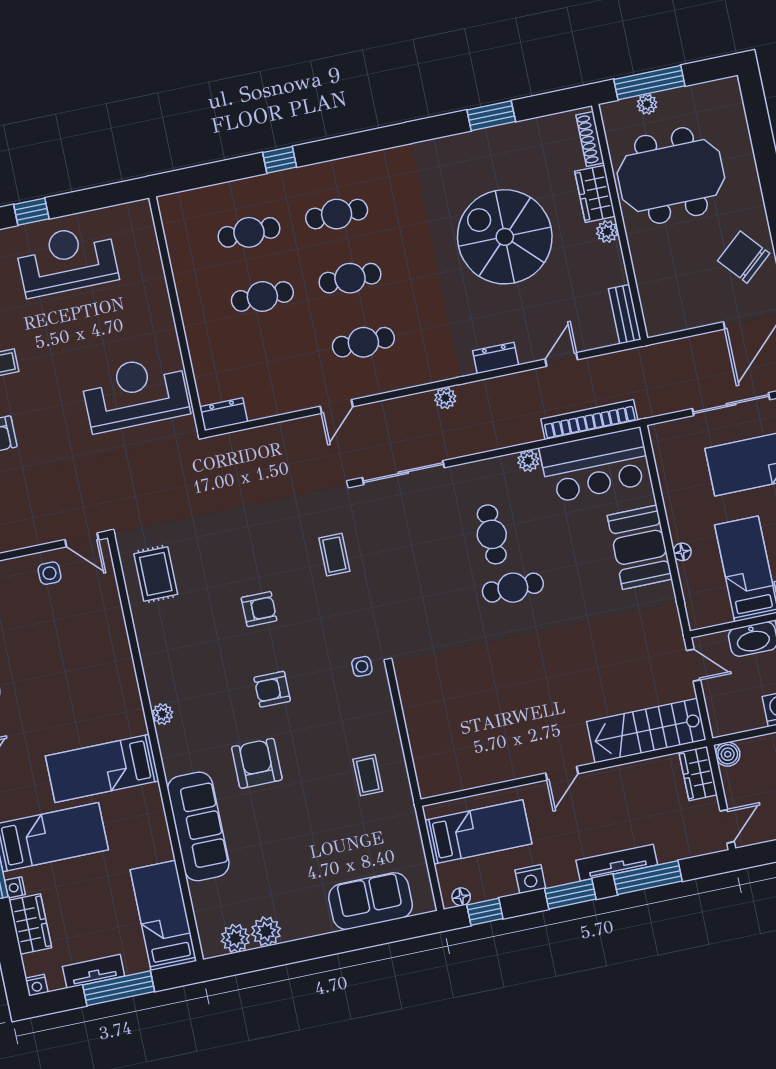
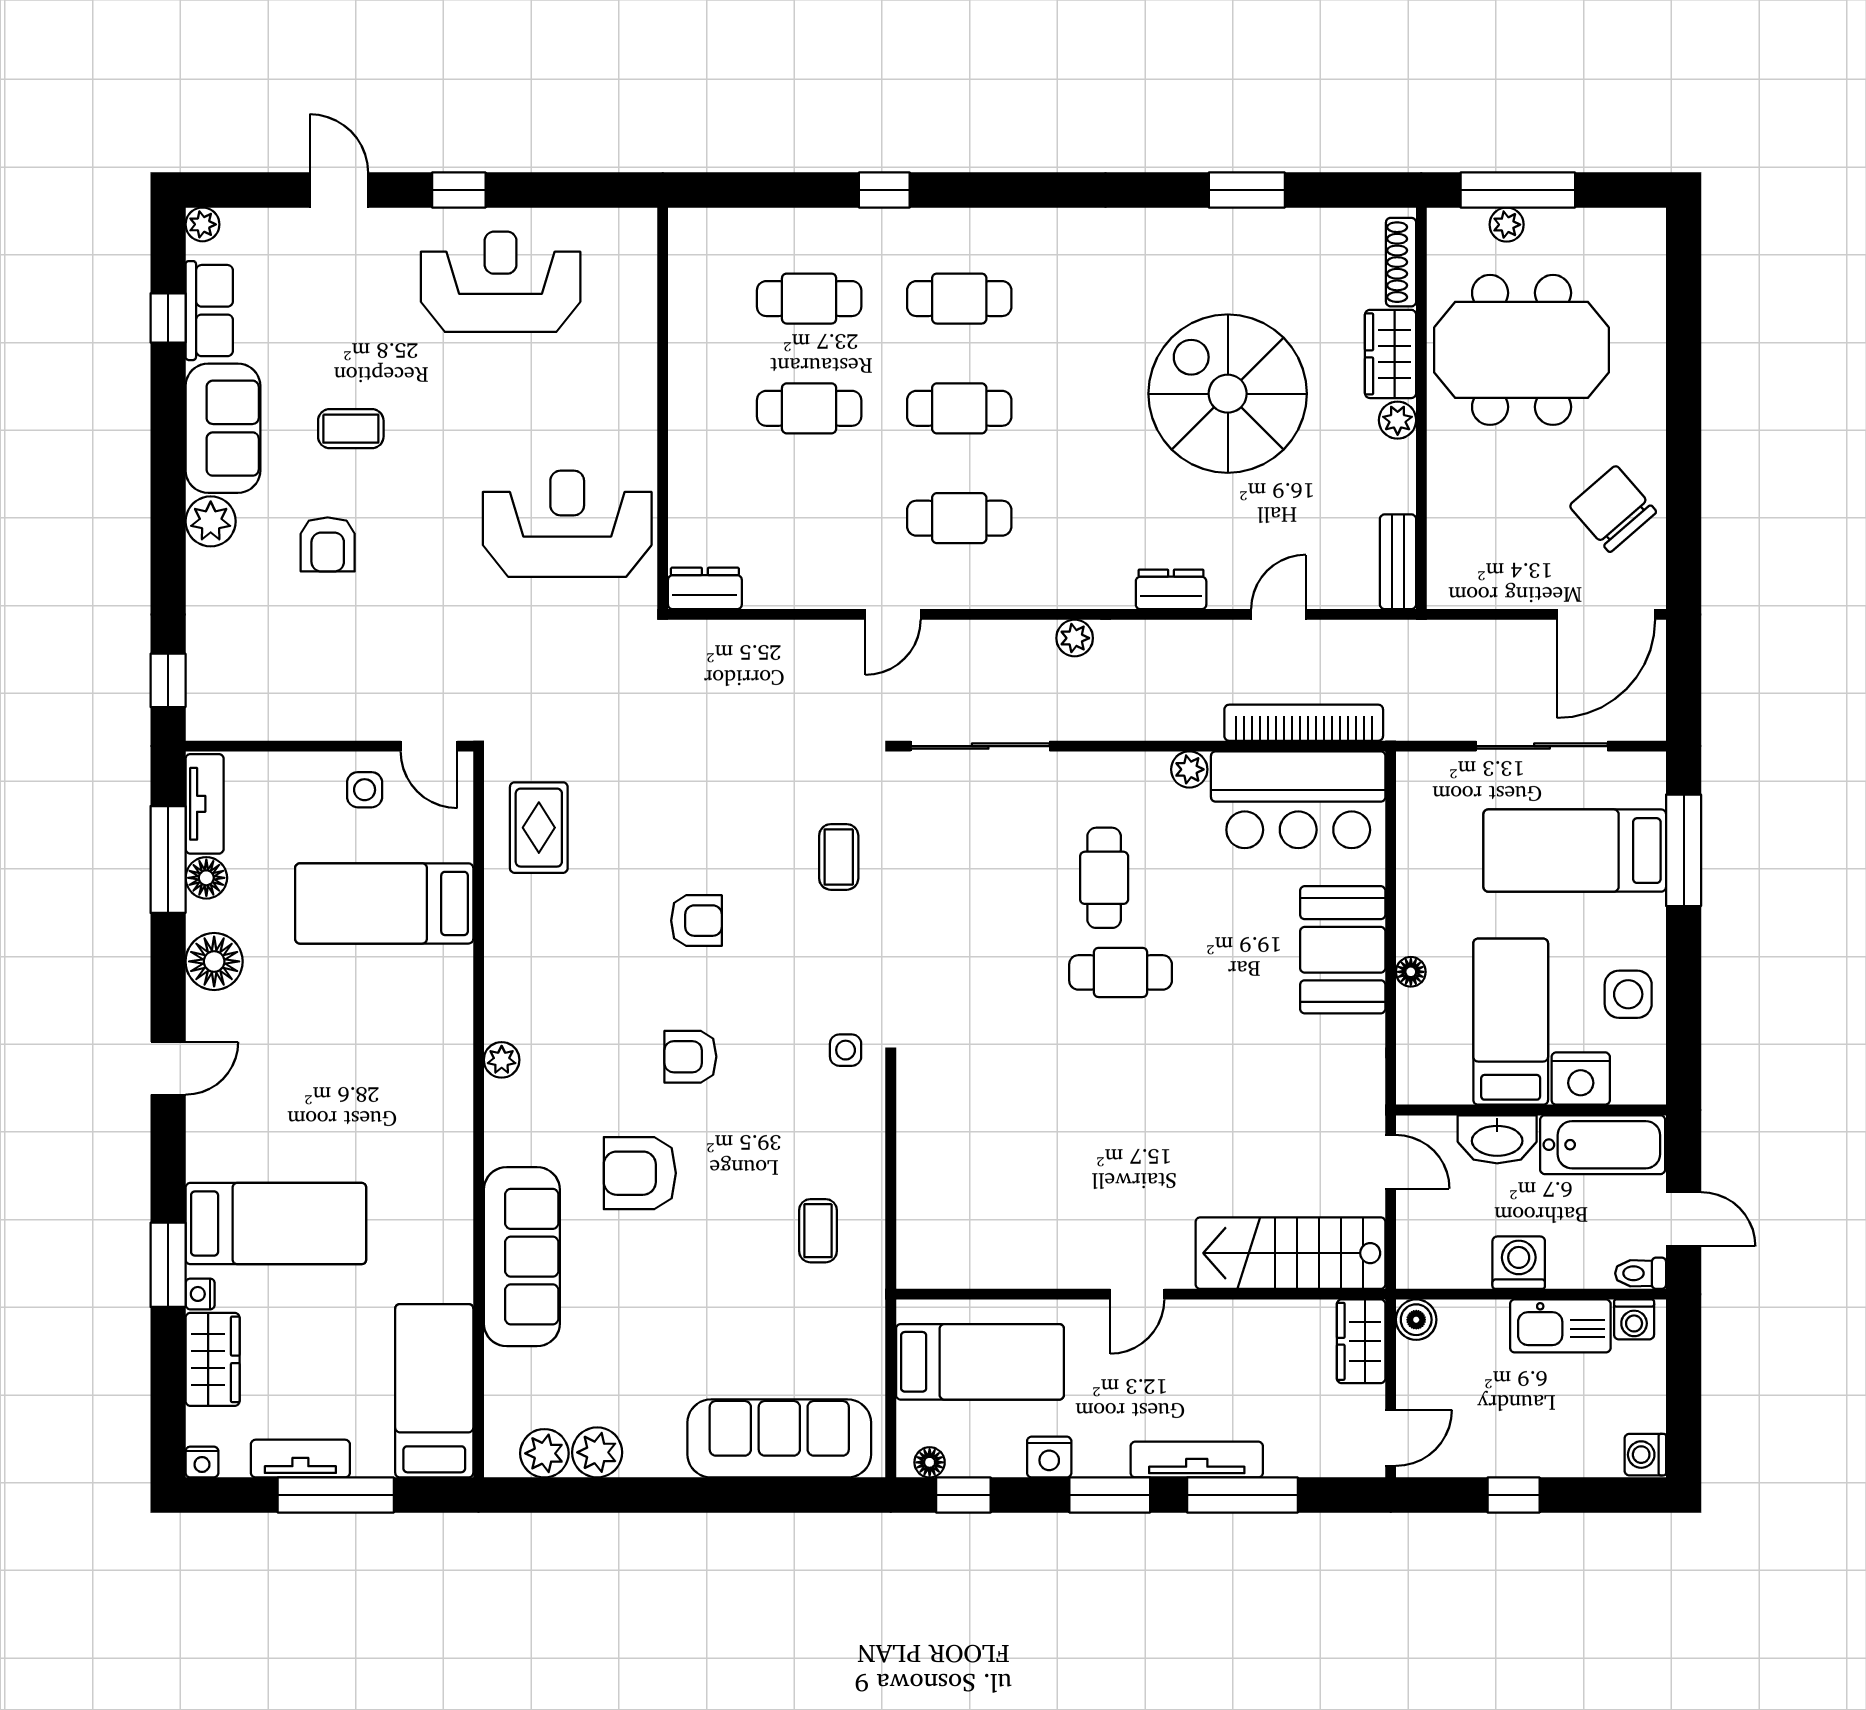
armchair: (257, 763) -> (640, 1173), turned -90
bed: (102, 768) -> (384, 903), moved
sofa: (371, 901) -> (779, 1438), width x1.36

